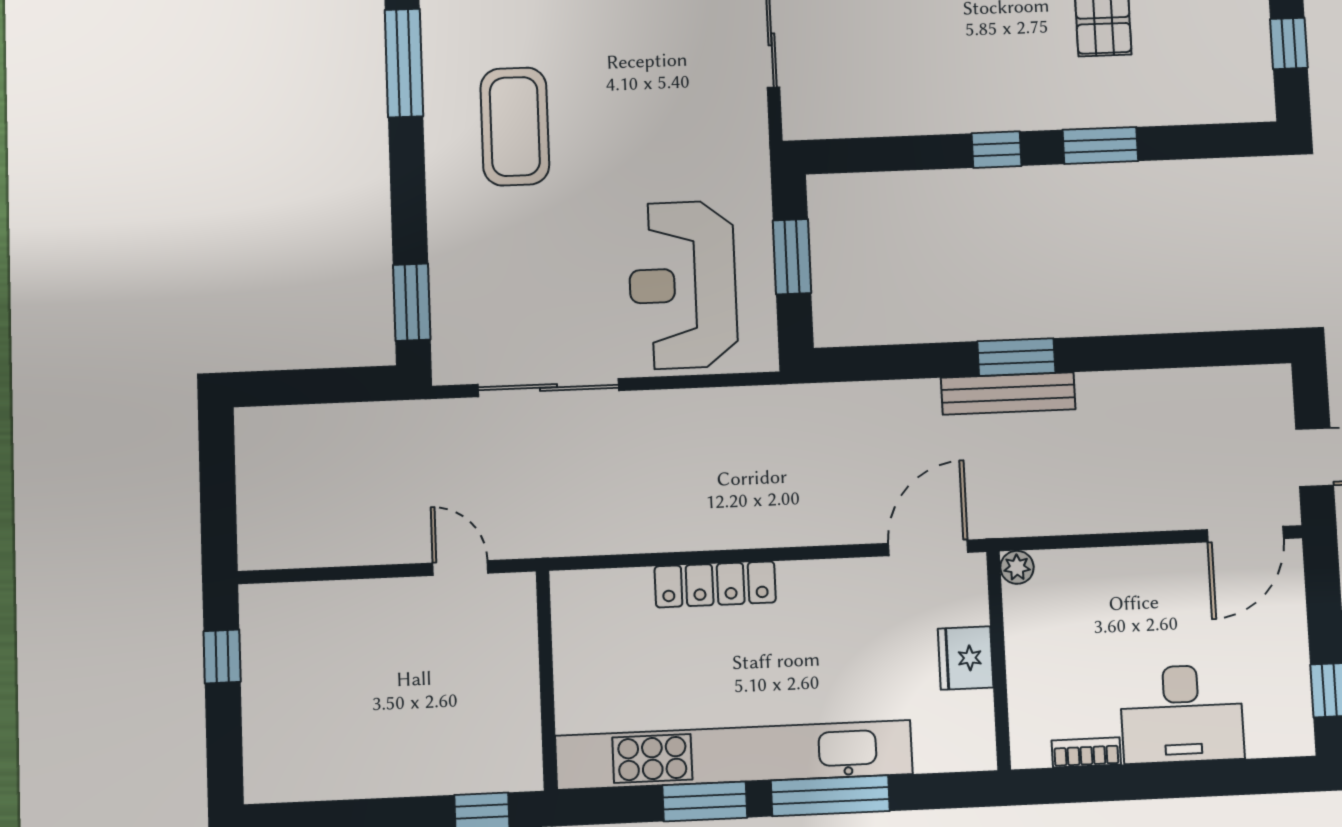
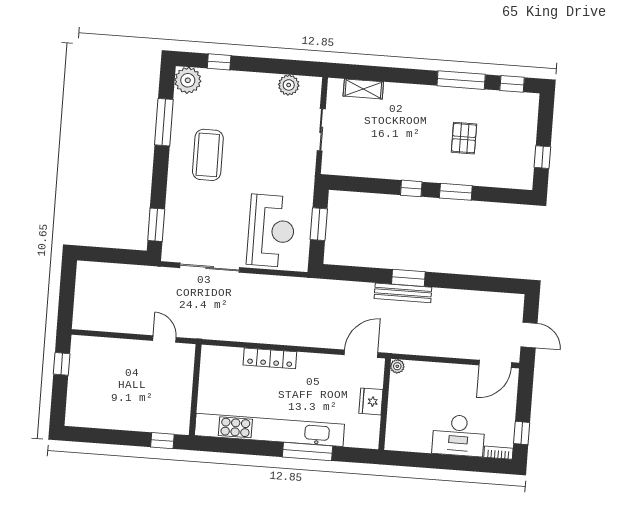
reception desk: (683, 285) -> (271, 231), turned 180
bookcase: (1086, 752) -> (498, 453), moved
window: (705, 801) -> (255, 448), removed

